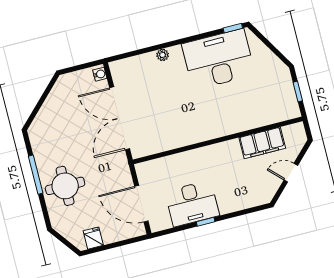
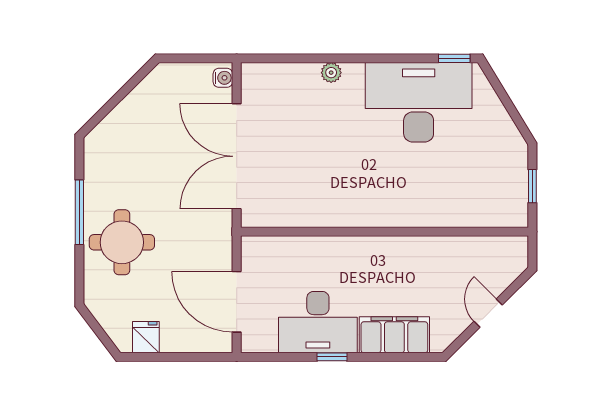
filing cabinet: (262, 143) -> (394, 335), moved, turned 180
door: (291, 173) -> (488, 313), hinge flipped

